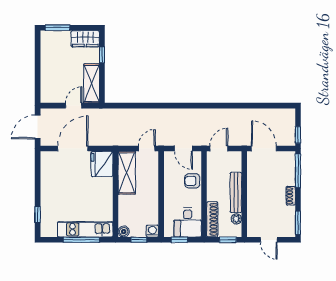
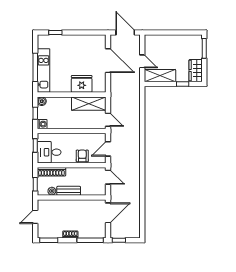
fridge: (102, 164) -> (82, 84), moved
bench: (236, 192) -> (69, 191), width x0.73

